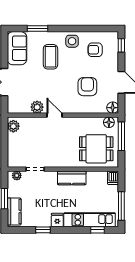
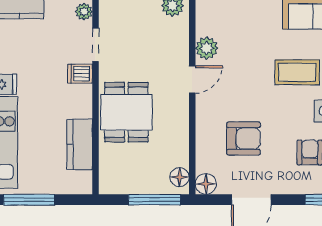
dining table: (96, 149) -> (126, 112), moved
kitchen counter: (72, 178) -> (80, 144), moved
dishwasher: (113, 178) -> (80, 74), moved

